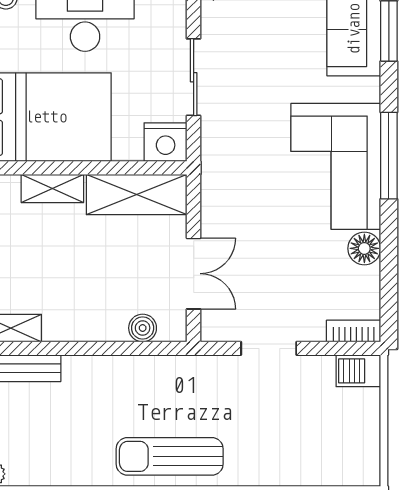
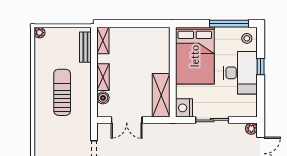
shelving: (52, 188) -> (103, 77), moved
sun lounger: (170, 456) -> (62, 92), moved

